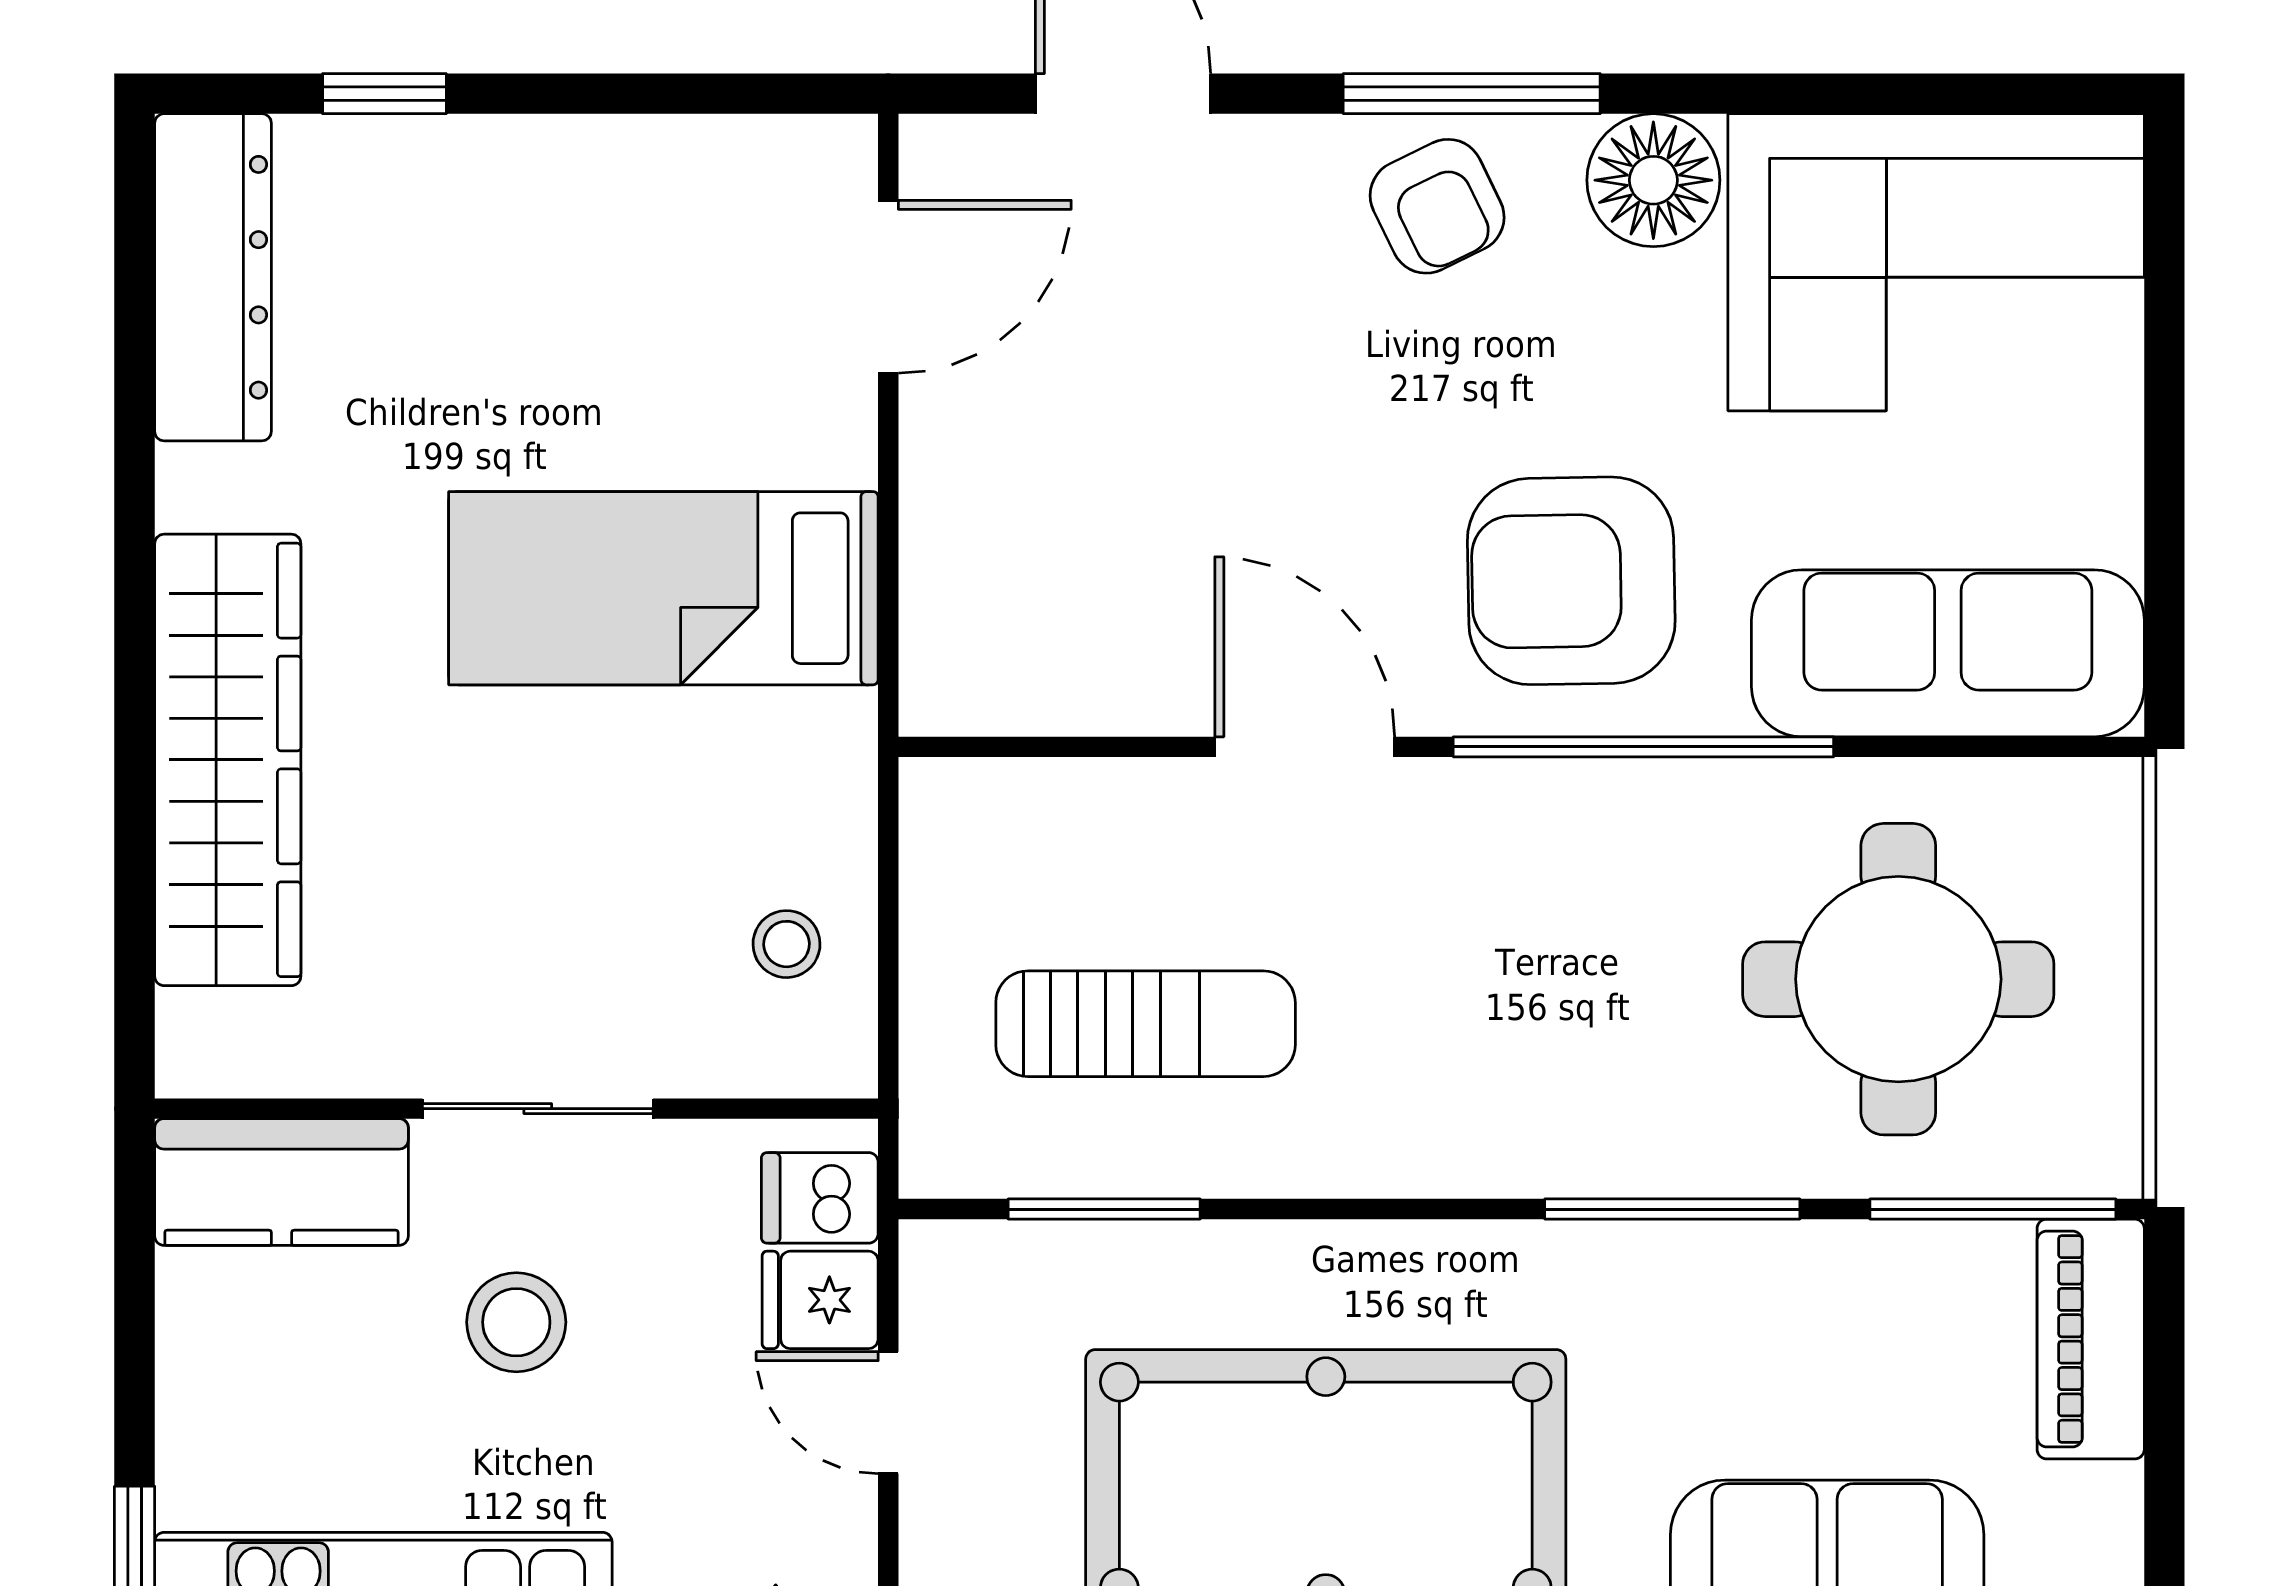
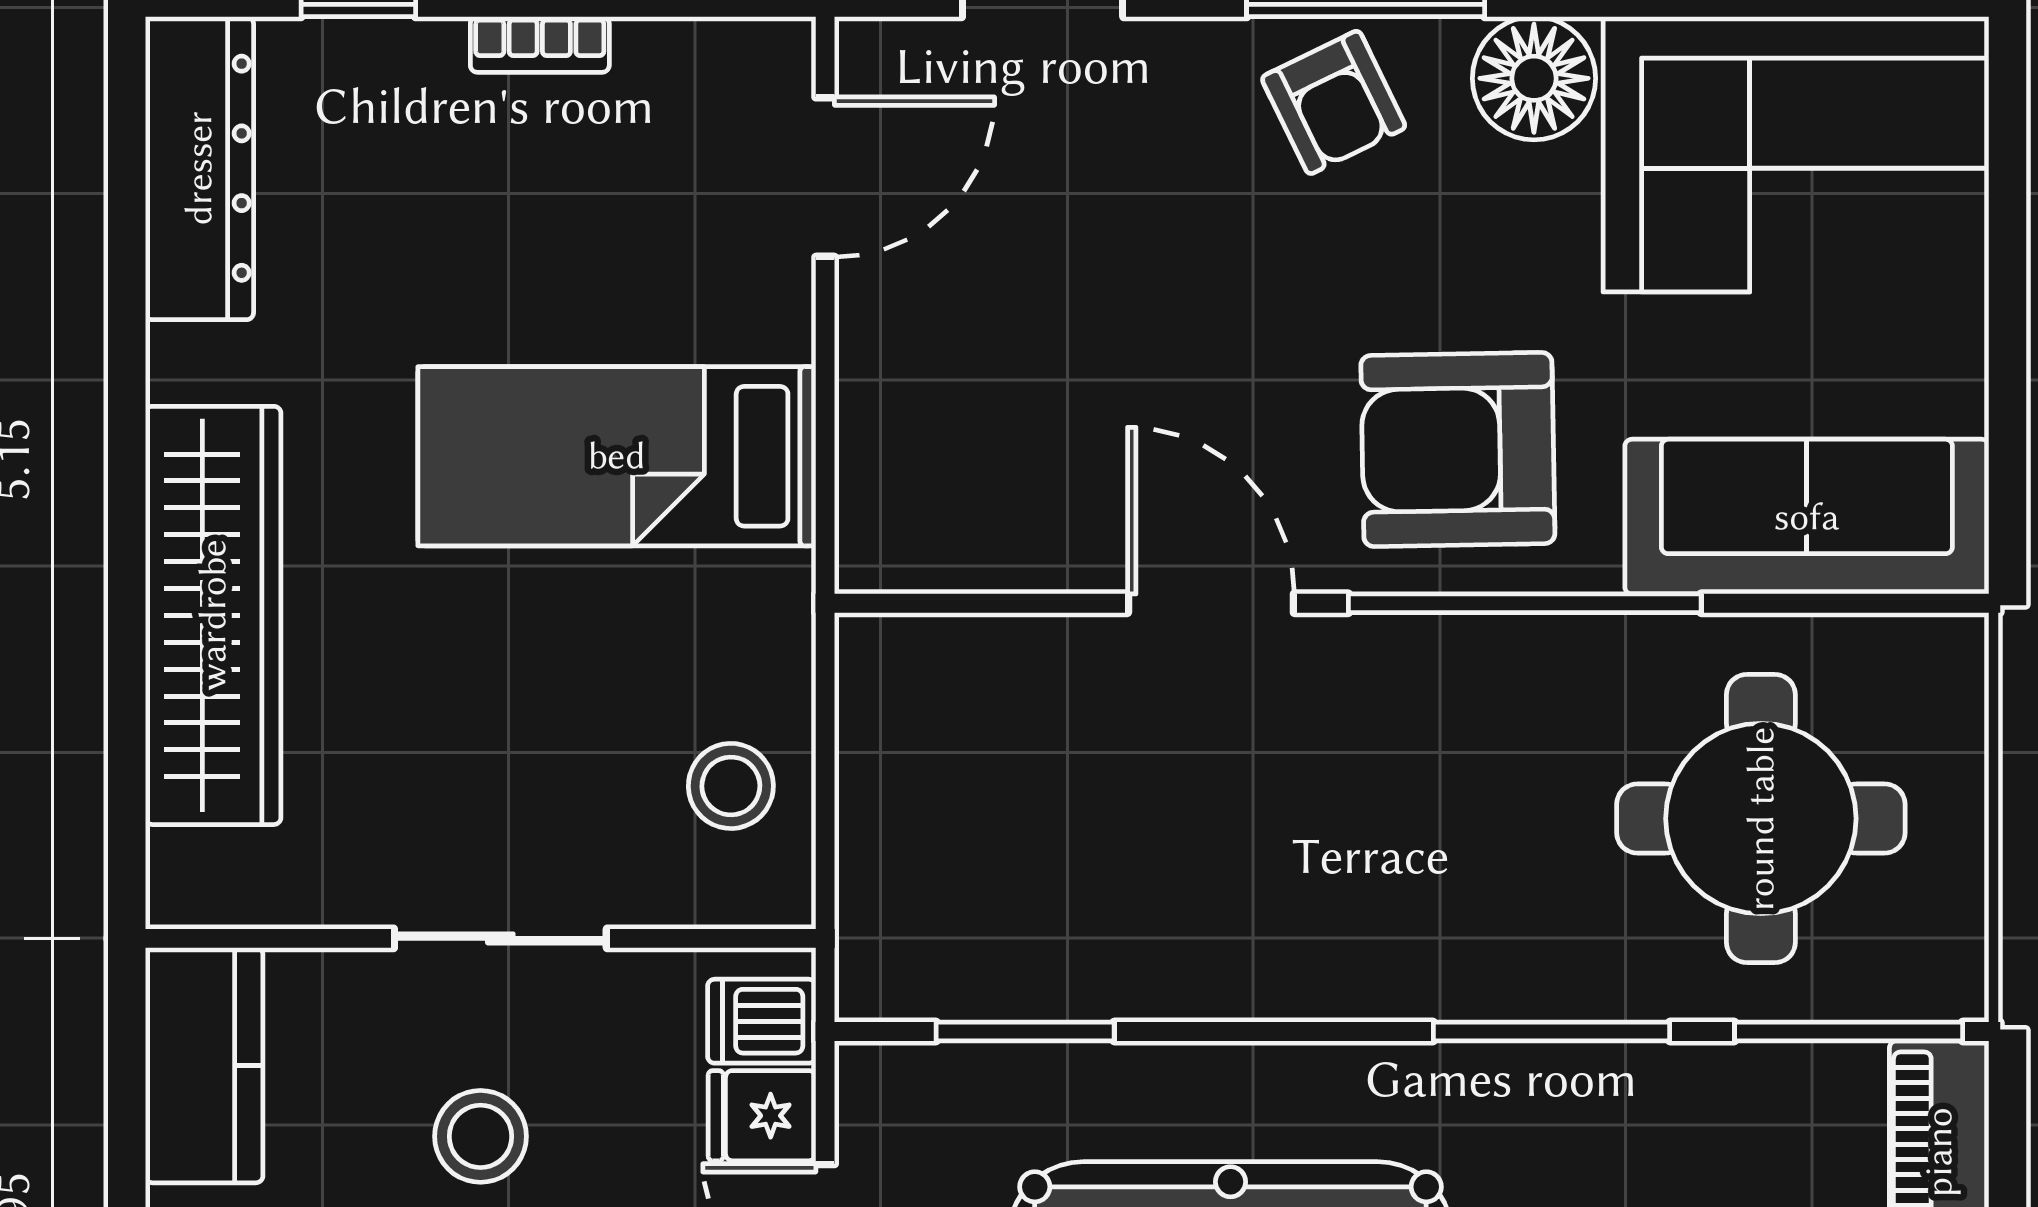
bookcase: (580, 144) -> (540, 44), added
stool: (787, 944) -> (731, 786), width x1.37, depth x1.37
sun lounger: (1146, 1024) -> (1064, 860), removed
kitchen counter: (281, 1182) -> (204, 1065), moved, turned -90

